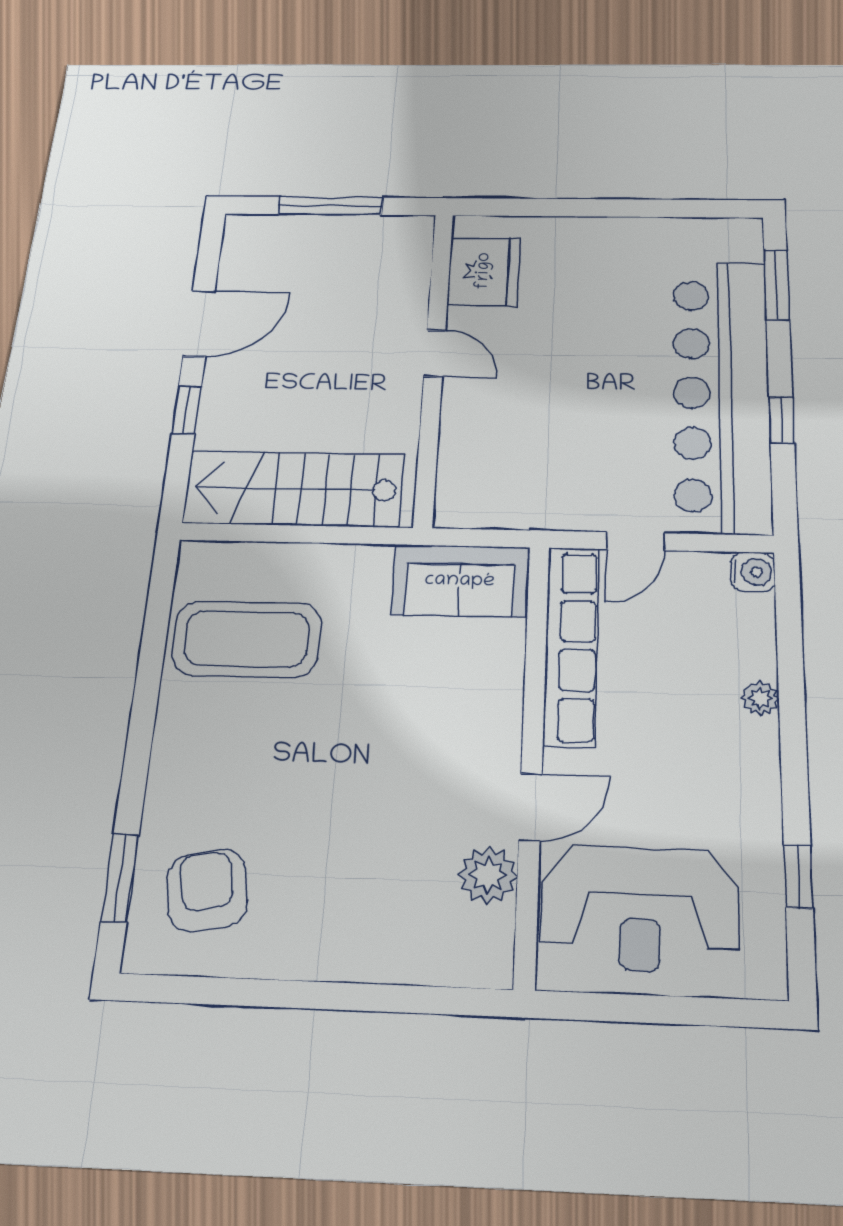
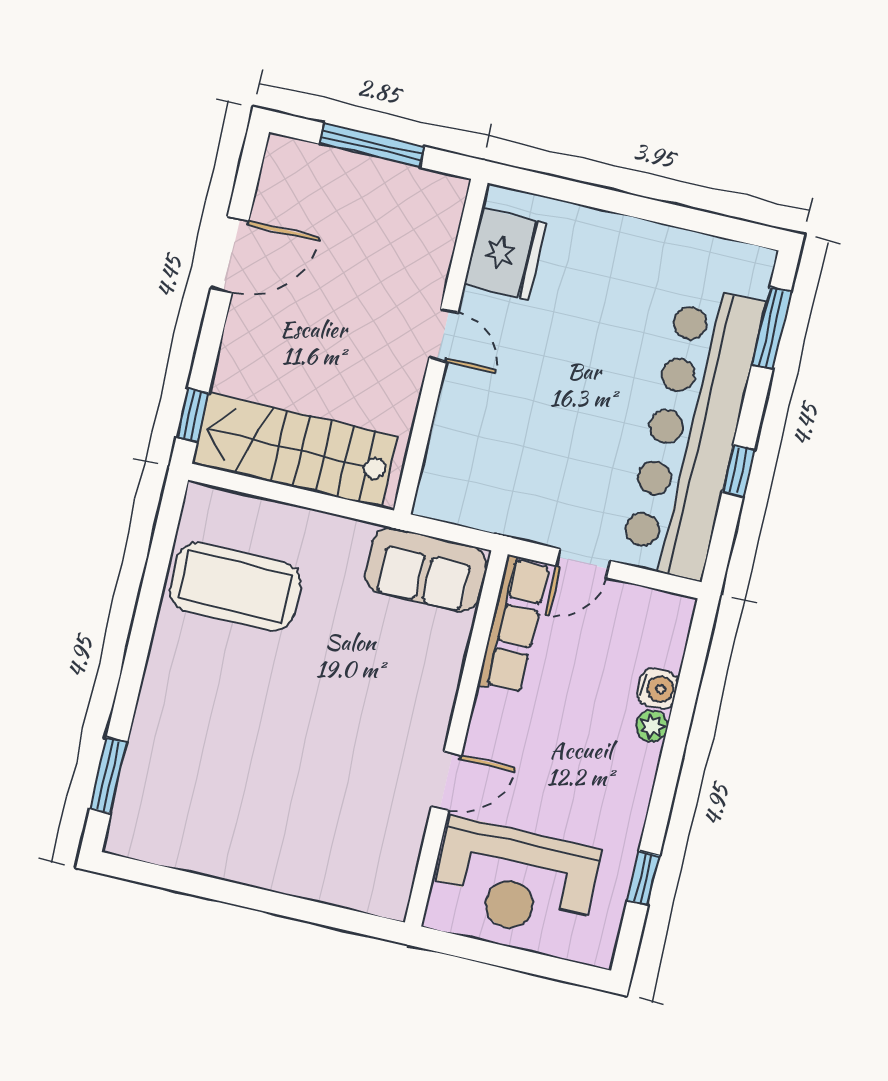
window: (187, 410) -> (192, 415), moved
water cooler: (753, 572) -> (658, 689), moved
row of seats: (571, 645) -> (514, 625), width x0.73
plant: (488, 875) -> (402, 830), removed
armchair: (207, 890) -> (177, 799), removed

